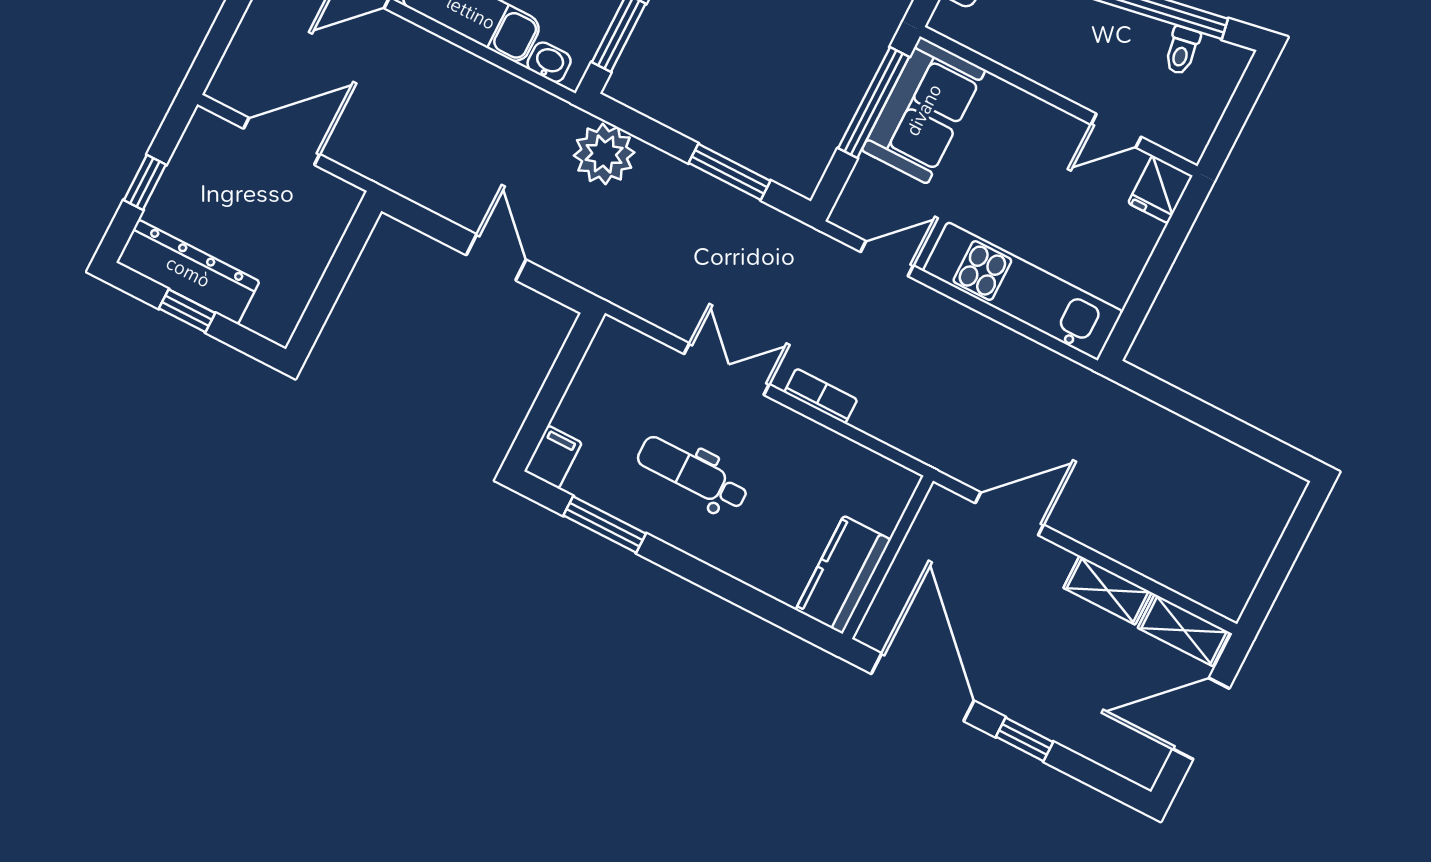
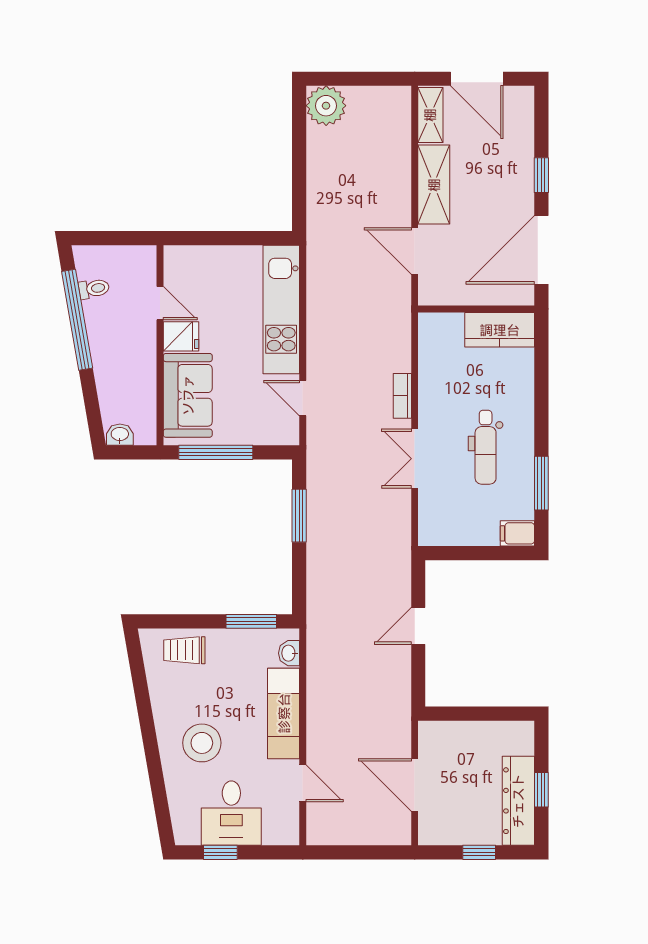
sofa: (924, 110) -> (188, 395), moved, turned 90
plant: (604, 154) -> (326, 106), moved
fridge: (1160, 189) -> (181, 336), moved
shelving: (1107, 590) -> (434, 185), width x1.50, depth x1.33

